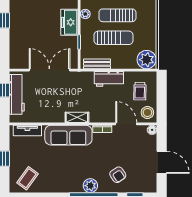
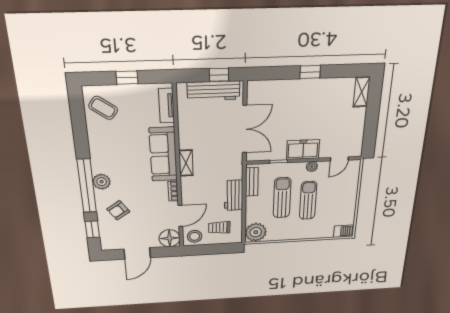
sun lounger: (114, 38) -> (282, 198), turned 180
floor lamp: (152, 130) -> (170, 238), width x1.89, depth x1.89

